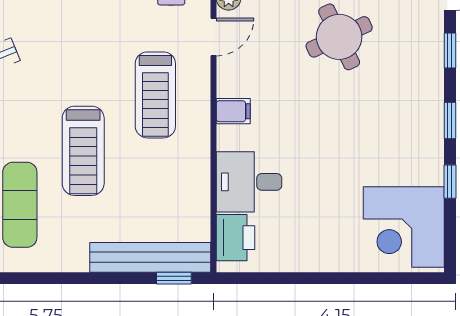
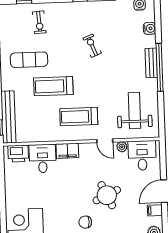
chair: (399, 89) -> (85, 222), added
filing cabinet: (233, 111) -> (67, 151), width x2.00

